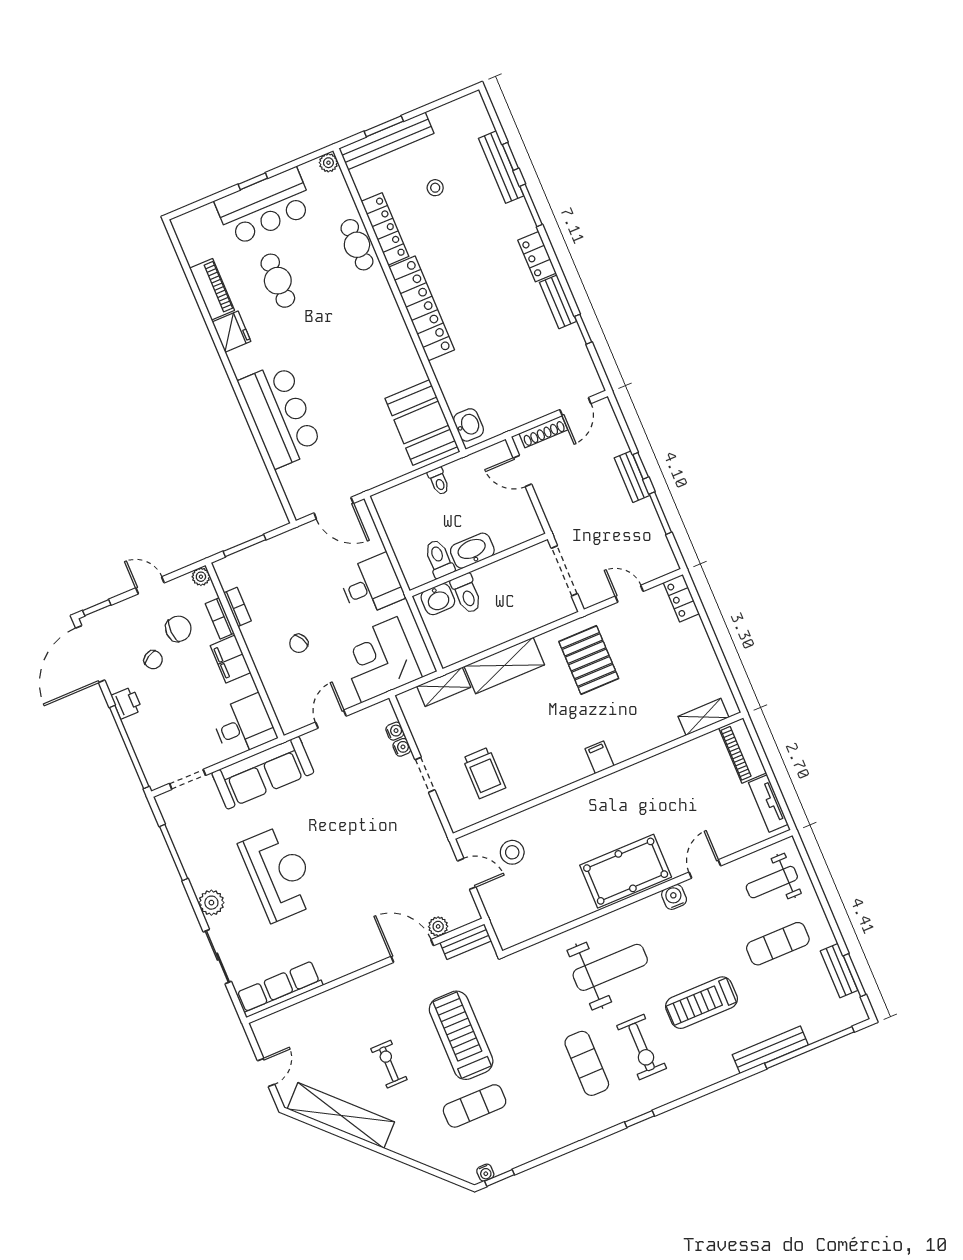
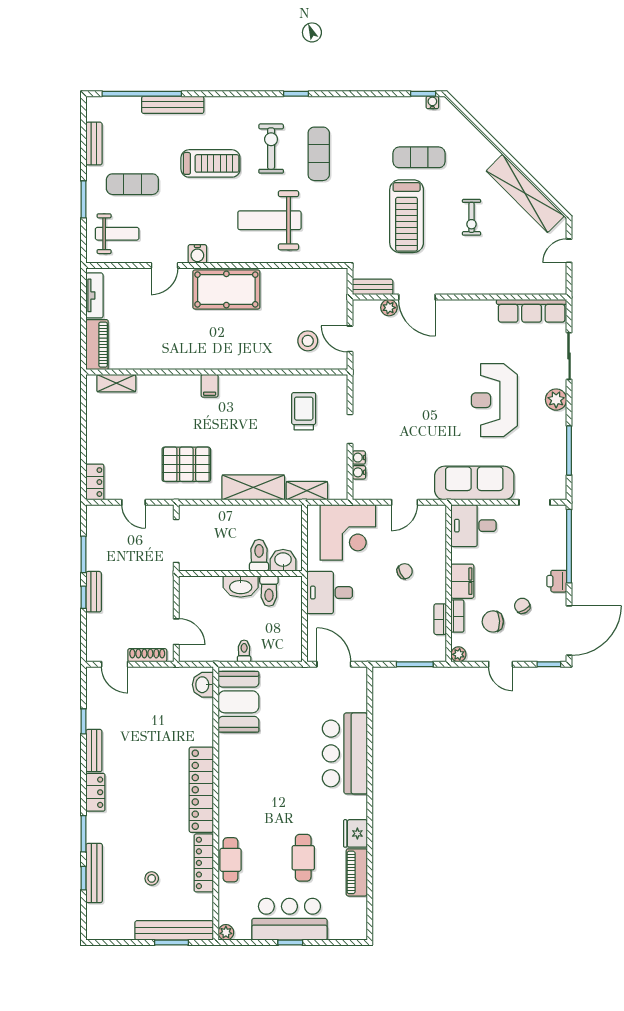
door: (575, 407) -> (115, 664), swing flipped
pallet: (589, 660) -> (186, 464), turned 90
window: (855, 975) -> (83, 199), moved

